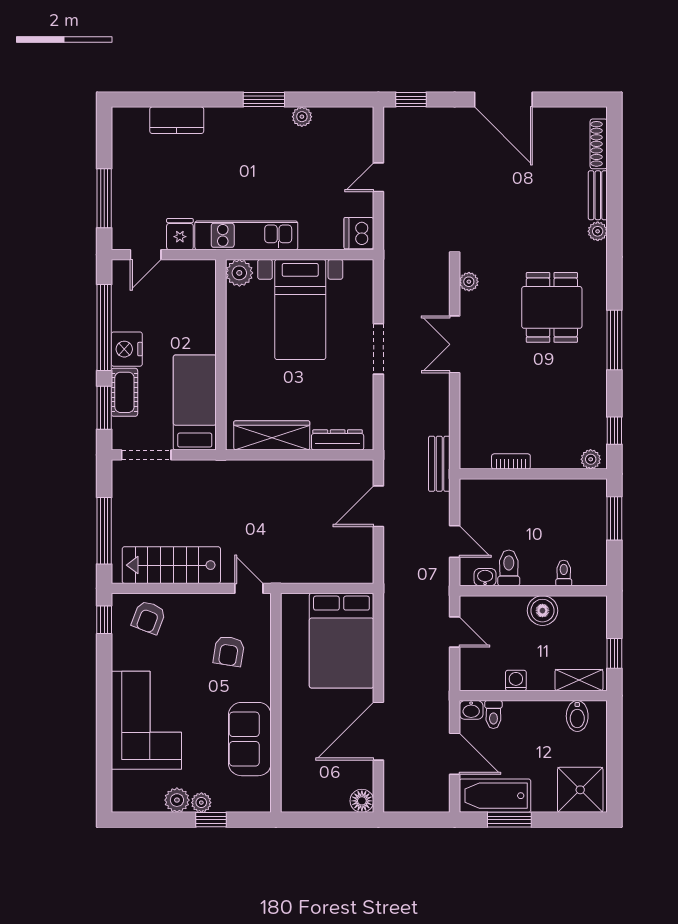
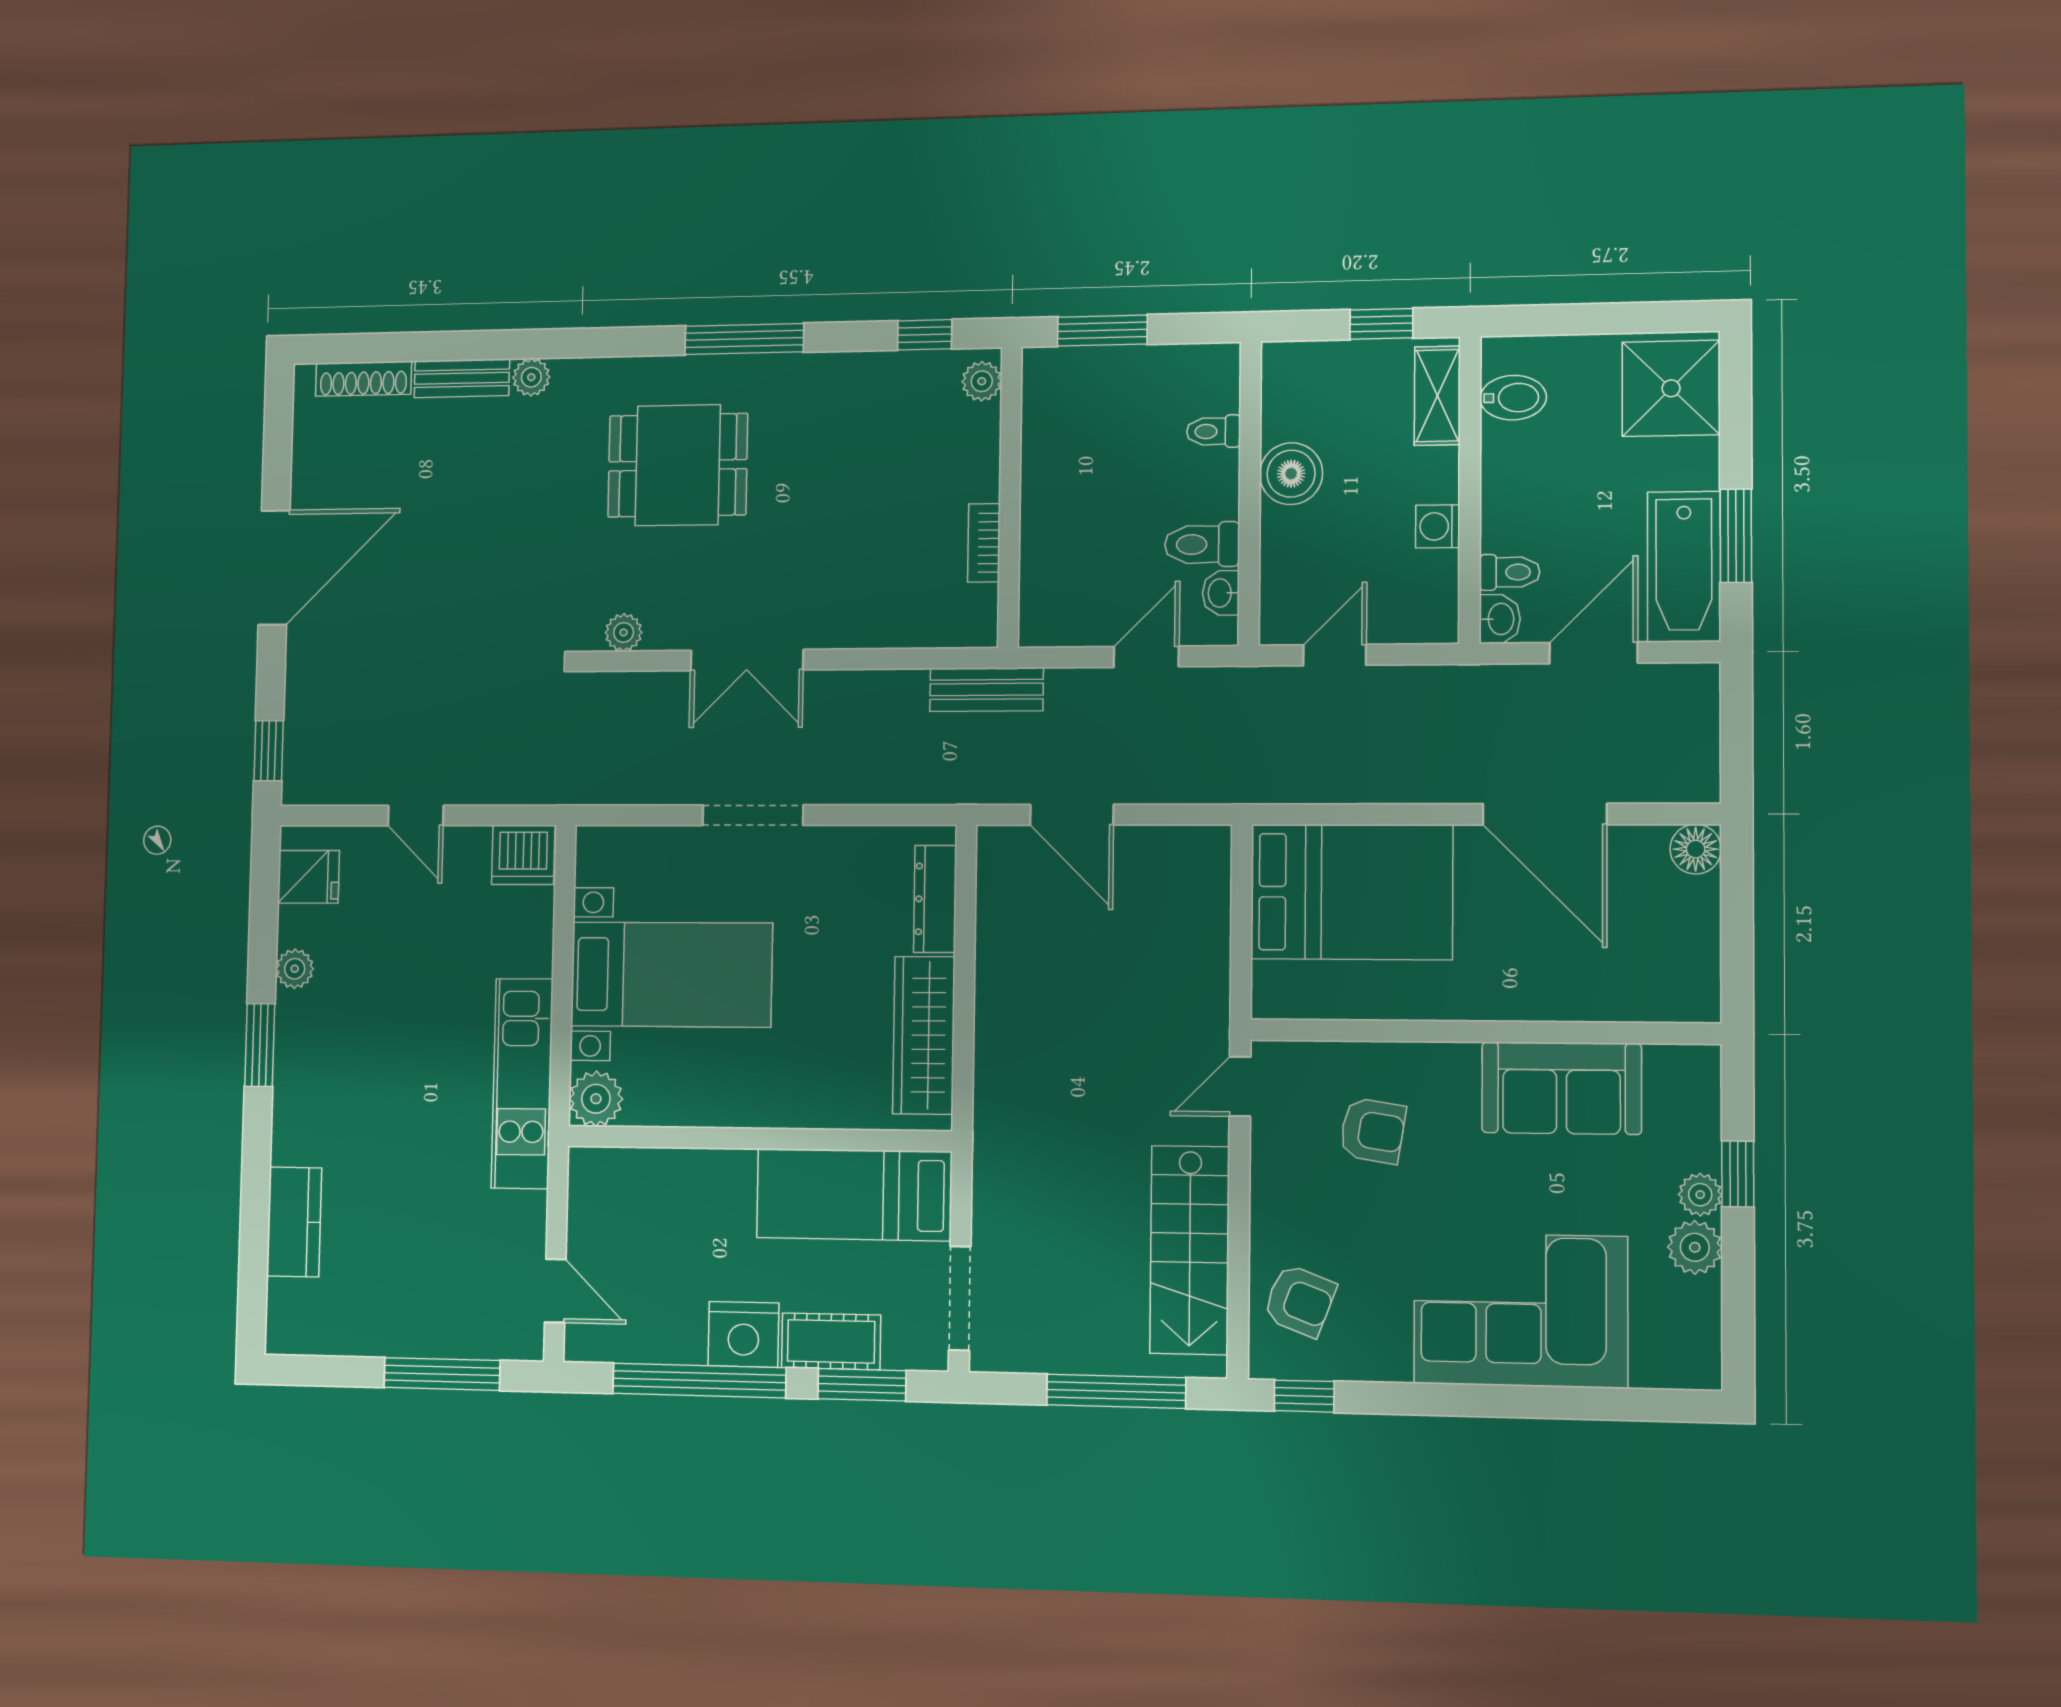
fridge: (180, 234) -> (309, 877), moved, turned 180

